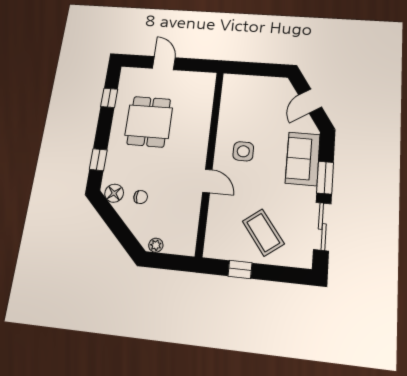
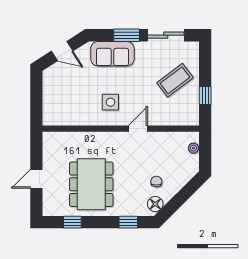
dining table: (149, 122) -> (91, 184), width x1.38
plant: (156, 245) -> (194, 148), moved

